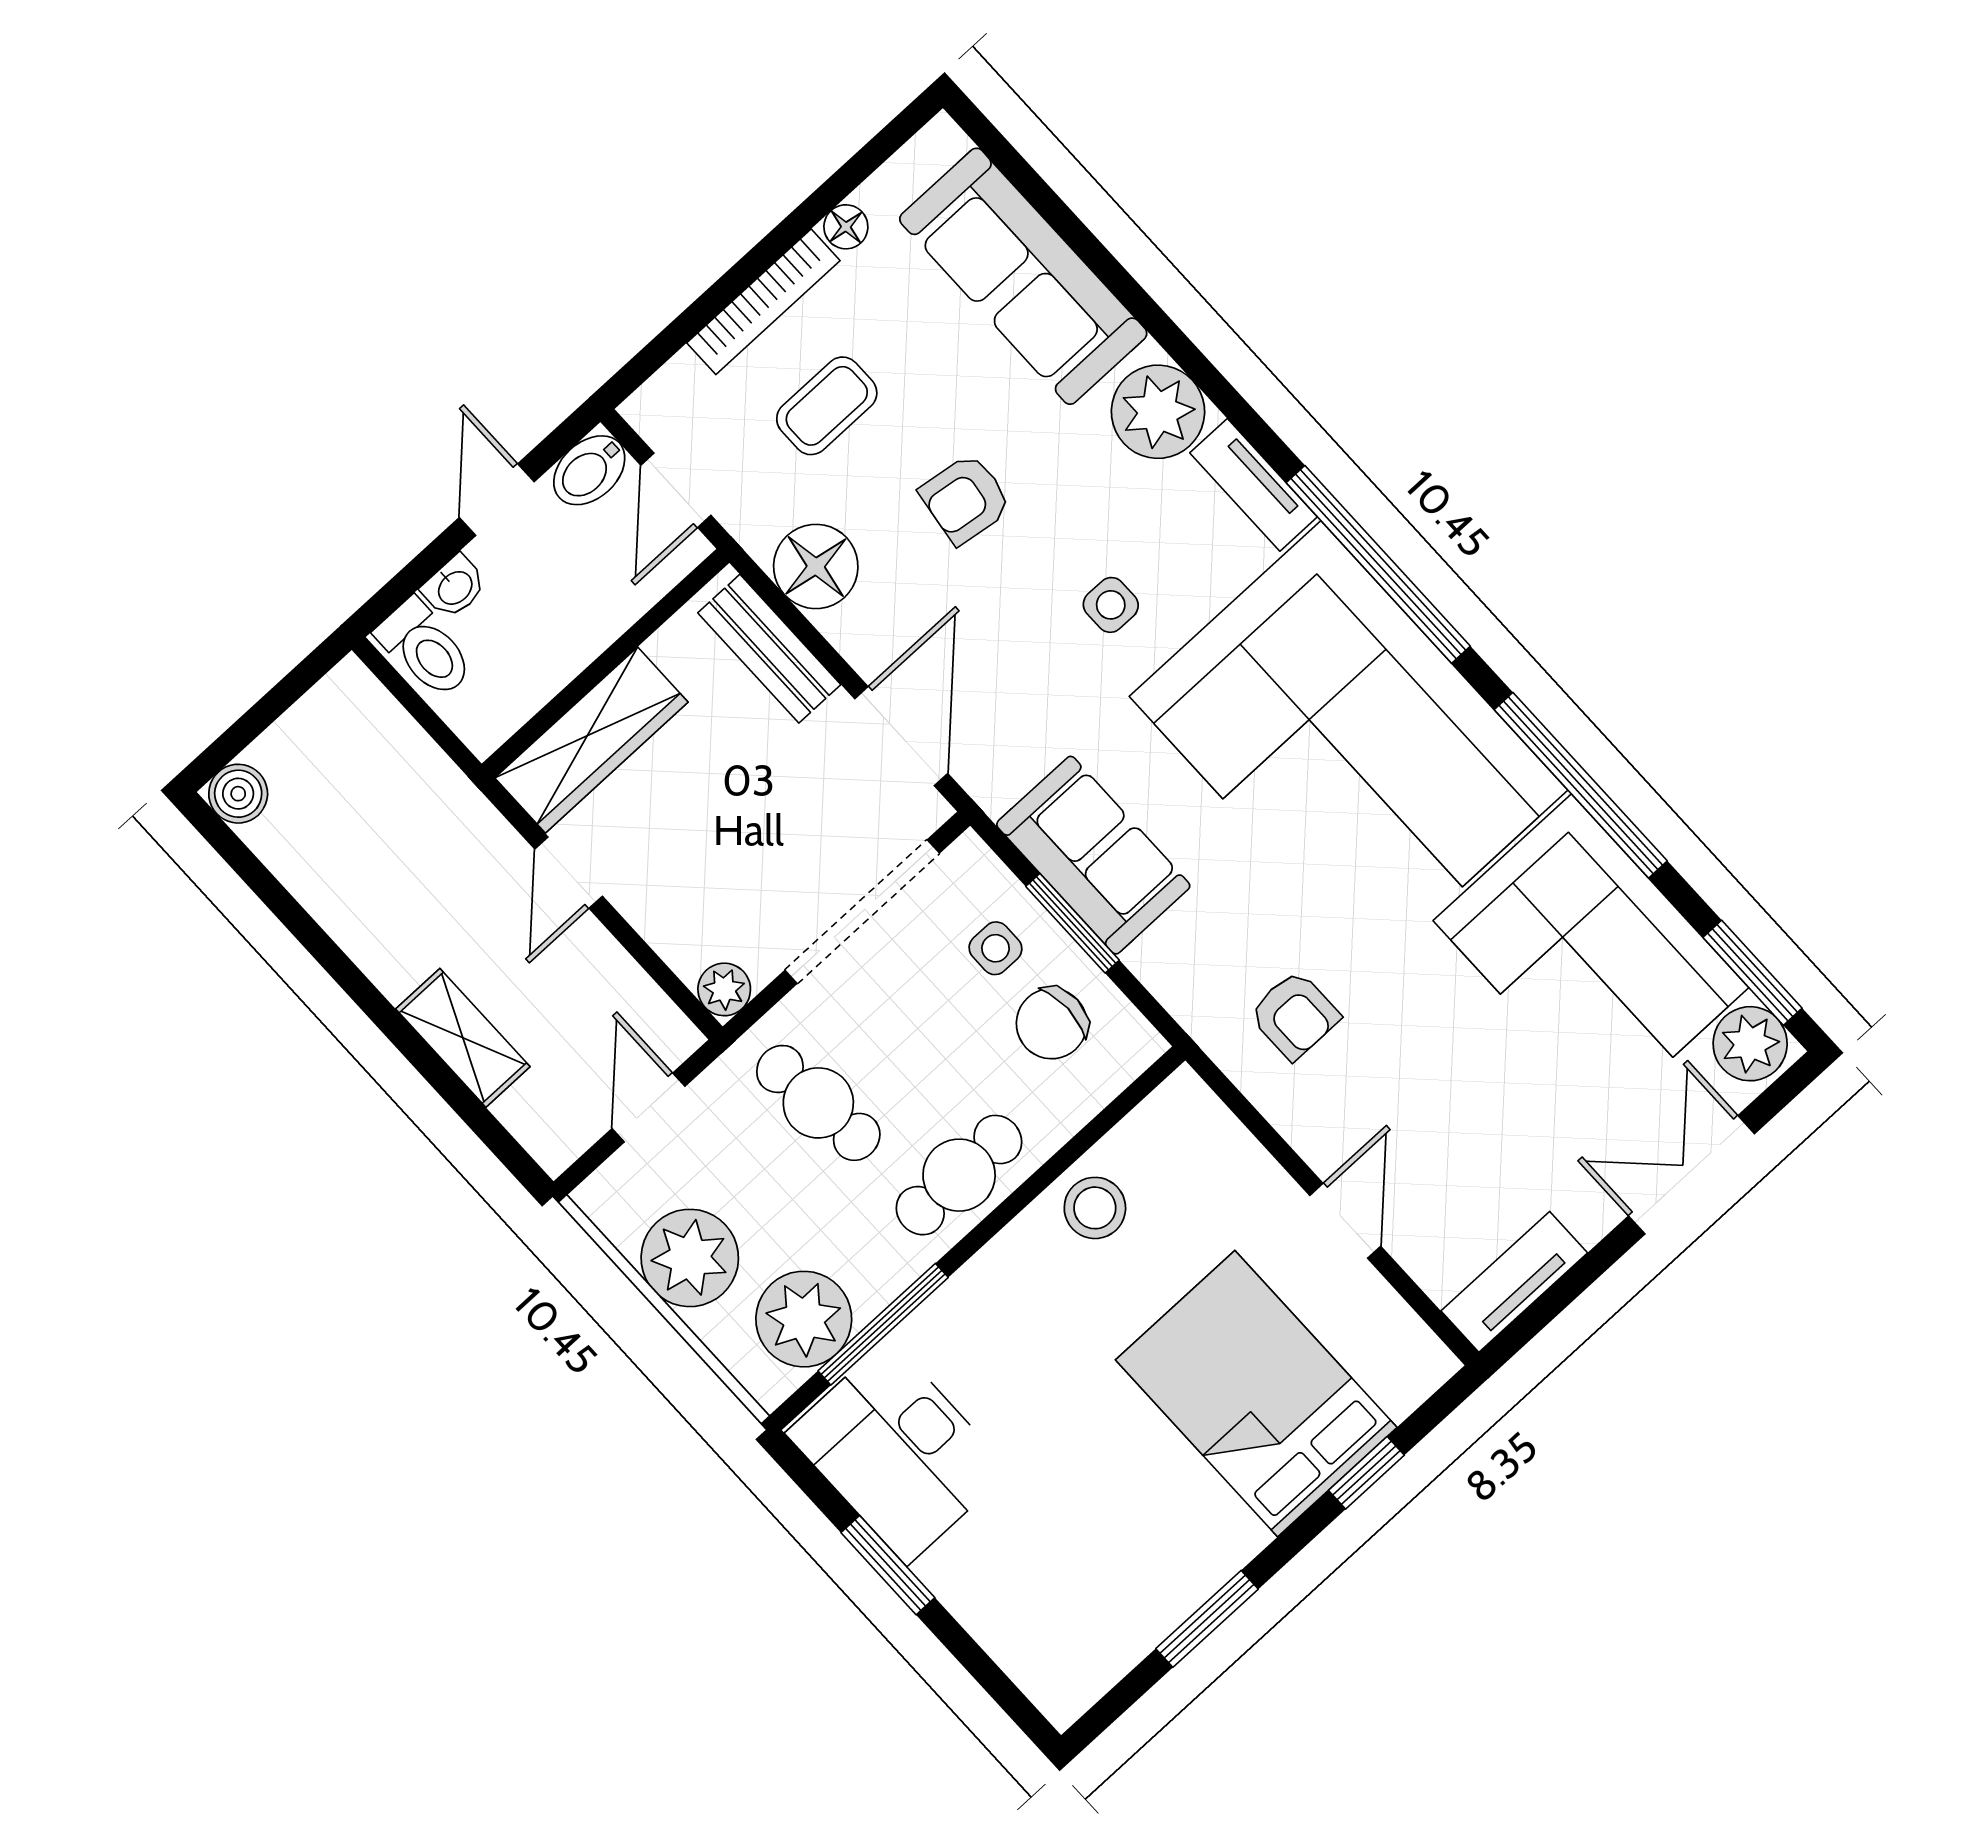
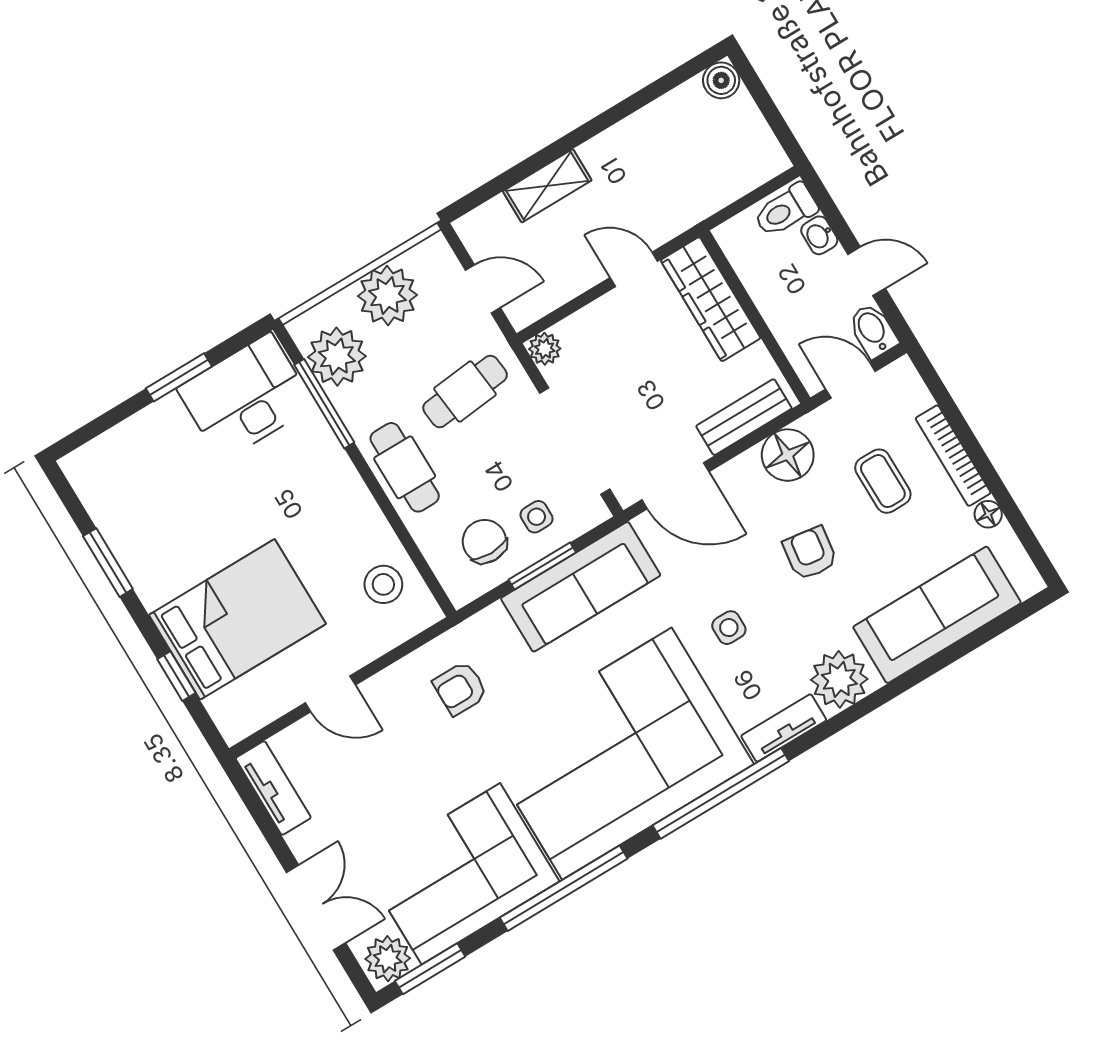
sofa: (1093, 855) -> (581, 587), width x1.36
stool: (1095, 1208) -> (383, 584), moved

